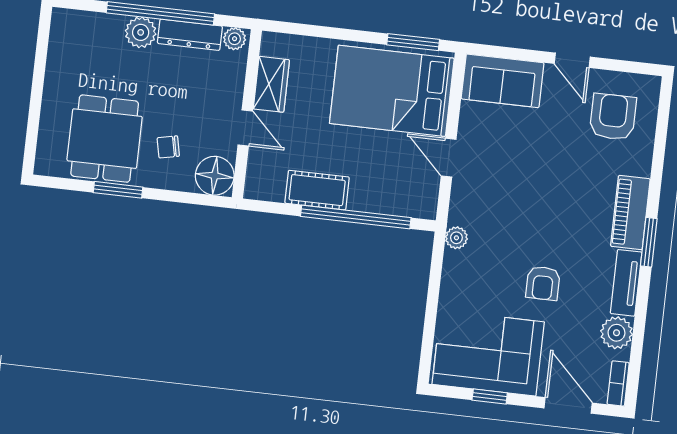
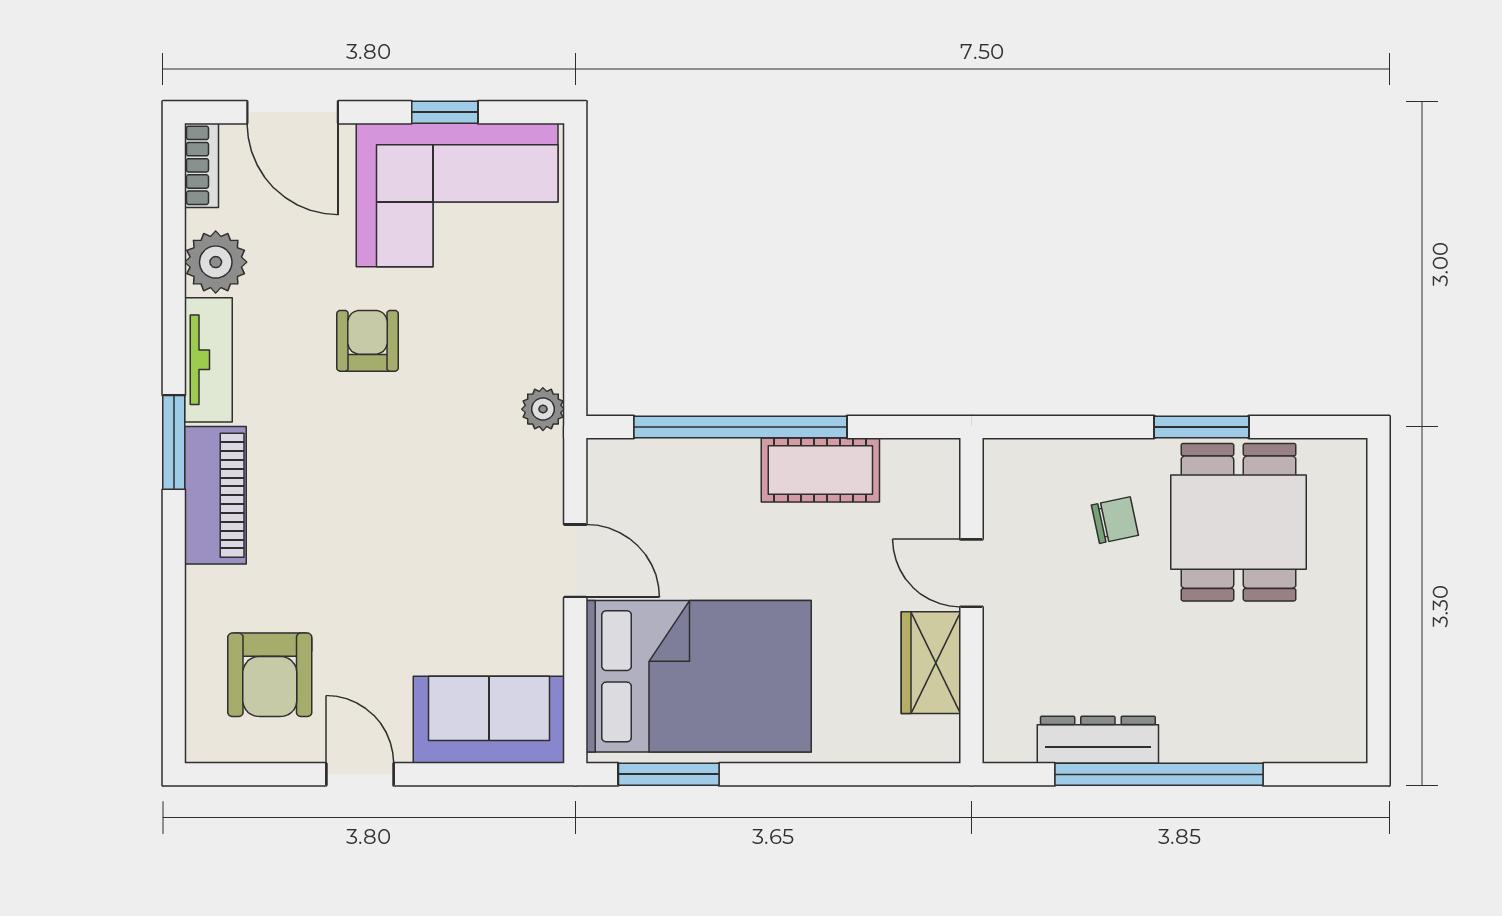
plant: (141, 32) -> (1193, 733), removed
plant: (235, 39) -> (1011, 742), removed
floor lamp: (215, 176) -> (1020, 475), removed

